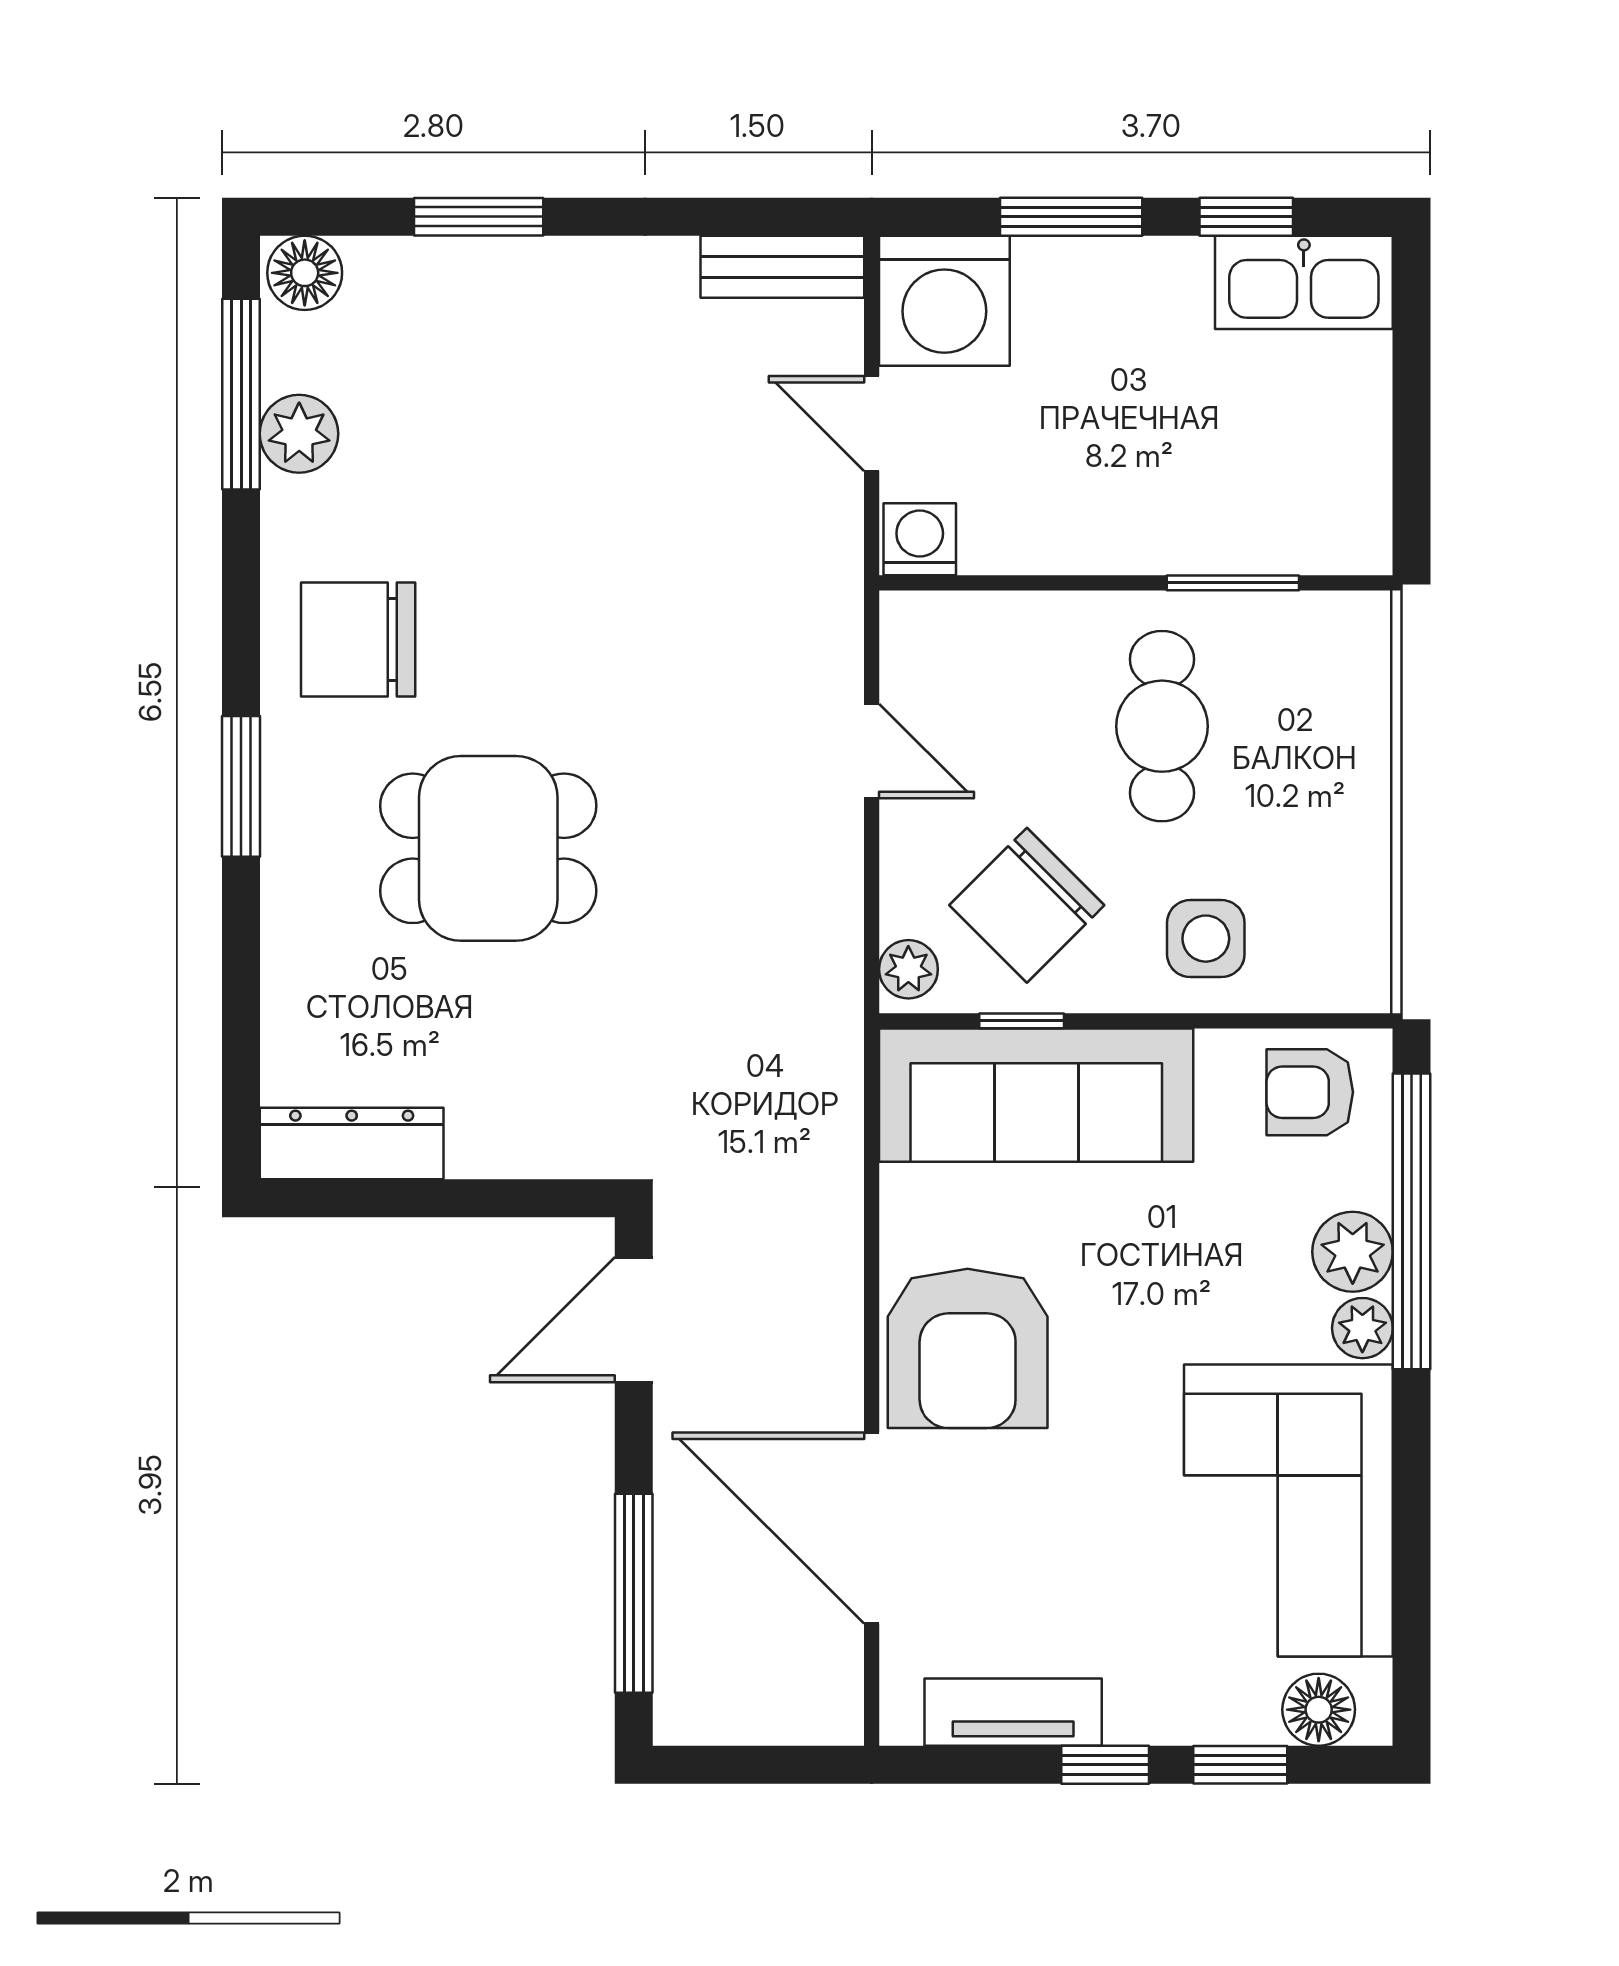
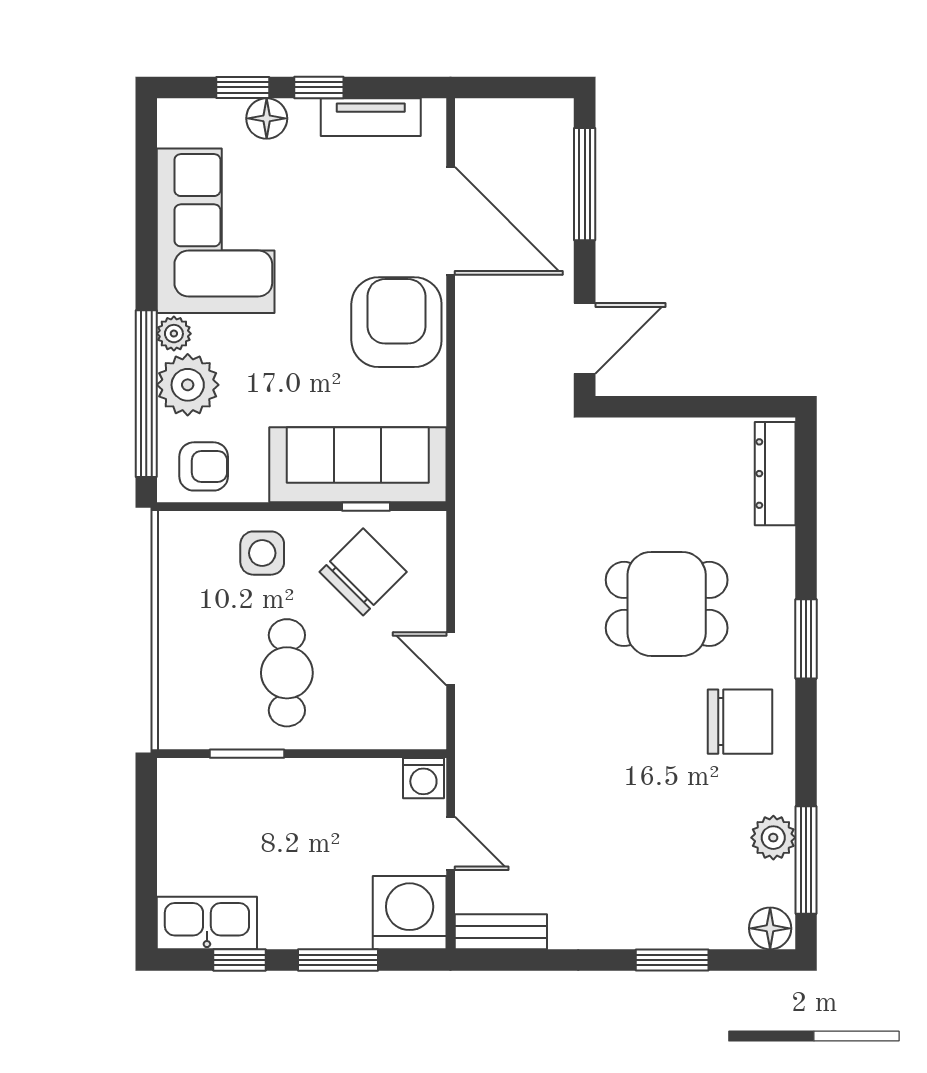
plant: (908, 969) -> (430, 536), removed
dresser: (352, 1144) -> (775, 474), moved, turned 90
plant: (1353, 1252) -> (188, 385), width x1.36, depth x1.36
floor lamp: (1319, 1710) -> (267, 118), moved

